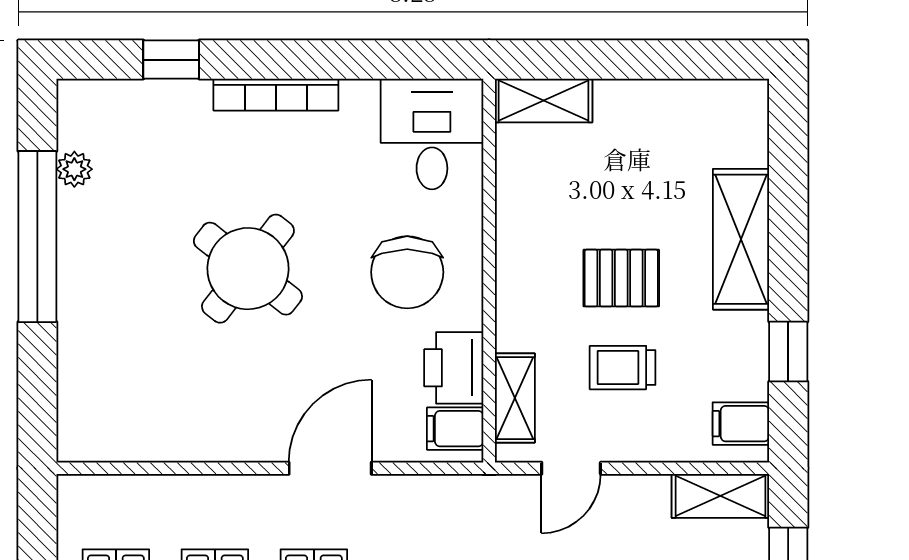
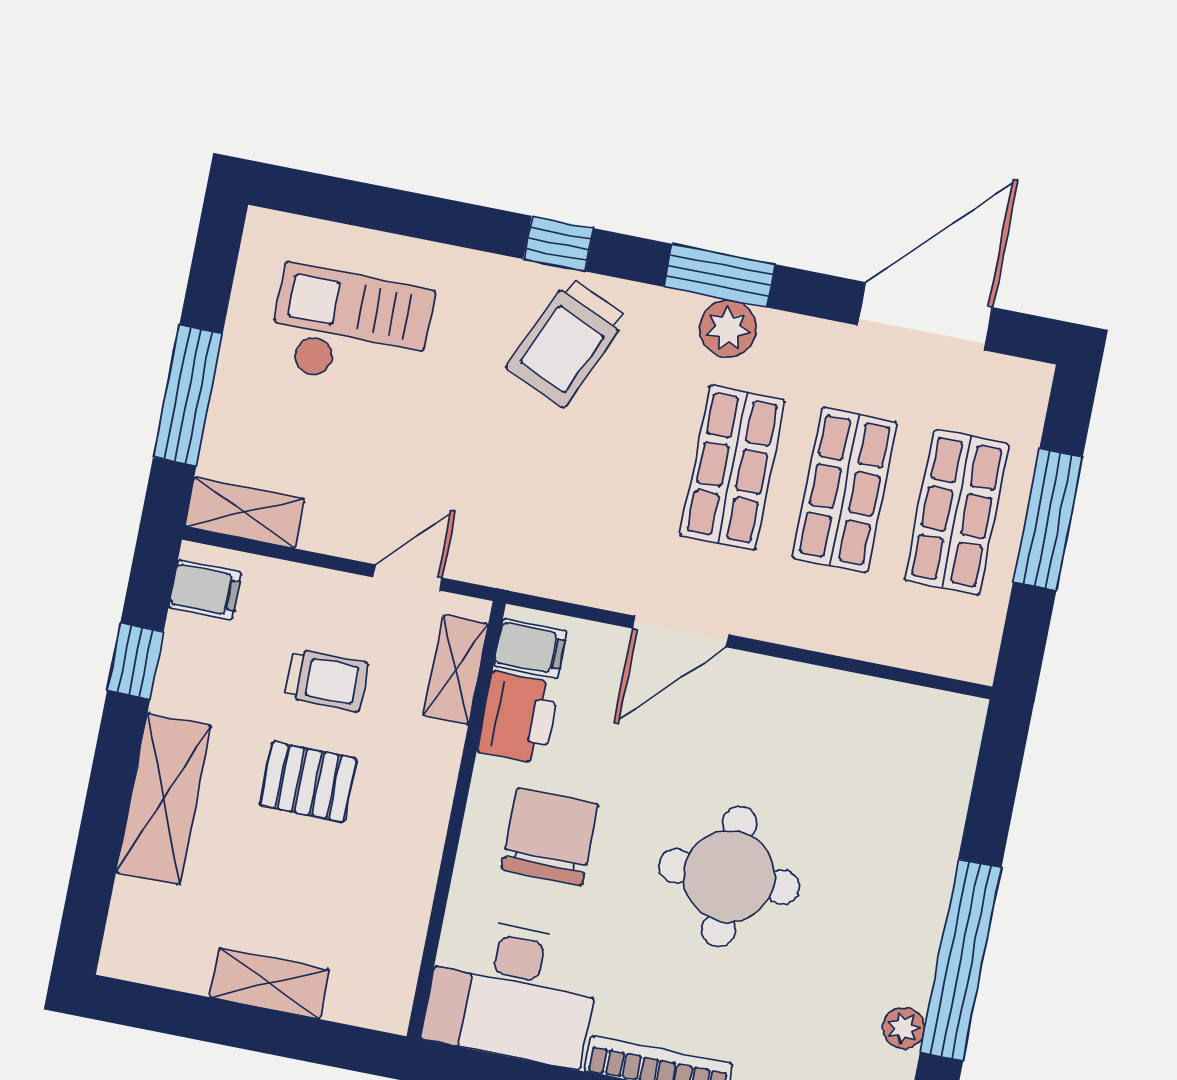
shelving: (544, 101) -> (270, 983), moved
desk: (432, 134) -> (512, 992), width x1.37
round table: (248, 269) -> (729, 876), turned -38

